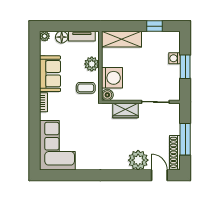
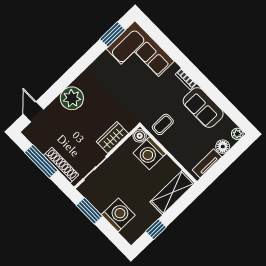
washing machine: (174, 58) -> (118, 215), width x1.89, depth x1.89
plant: (92, 64) -> (177, 149), removed
window: (185, 67) -> (89, 211), moved
shoe rack: (175, 152) -> (61, 165), moved
plant: (138, 160) -> (72, 98), moved
window: (62, 175) -> (113, 34), added
door: (159, 175) -> (33, 112), swing flipped

